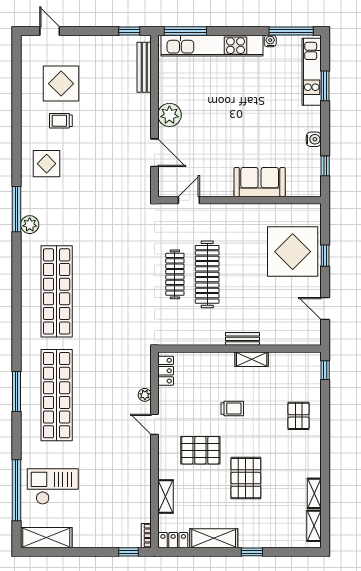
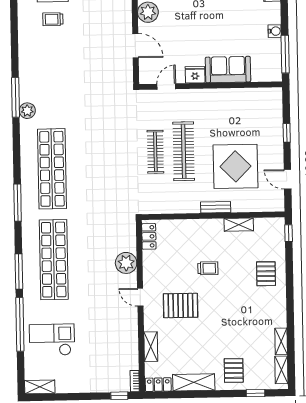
display table: (47, 164) -> (41, 57), removed
window: (325, 166) -> (285, 54), width x2.17
fridge: (222, 187) -> (195, 75), added
display table: (293, 252) -> (235, 166), moved
window: (17, 329) -> (18, 203), added
shelving: (252, 359) -> (239, 225), moved
window: (17, 392) -> (19, 271), moved
plant: (145, 395) -> (126, 263), width x1.88, depth x1.88
door: (155, 424) -> (140, 297), moved
pallet: (246, 478) -> (234, 370), moved, width x0.67, depth x0.71
window: (17, 490) -> (20, 324), moved
shelving: (46, 538) -> (40, 387), width x0.67, depth x0.75
window: (252, 552) -> (255, 393), moved

